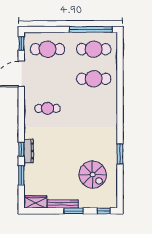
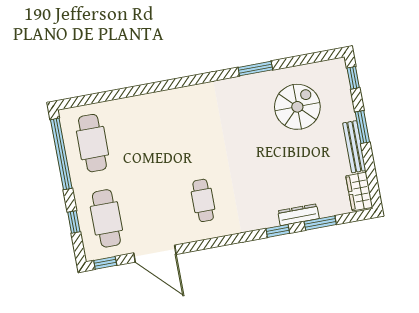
window: (49, 29) -> (74, 222), added
cafe table: (94, 79) -> (141, 134), removed
dresser: (29, 151) -> (298, 215), moved

